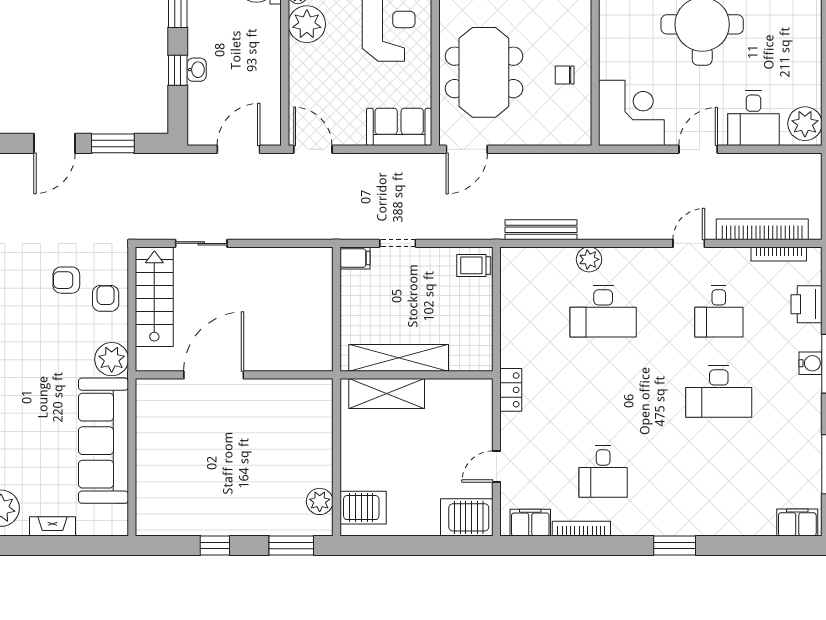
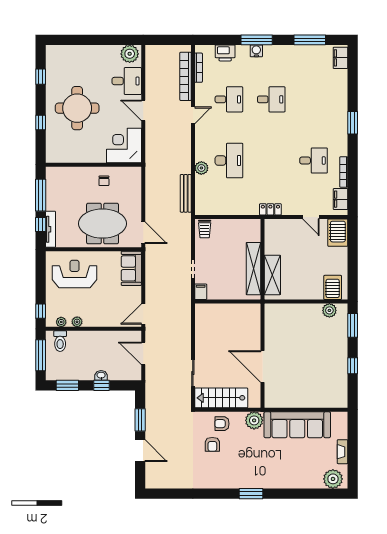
plant: (307, 24) -> (77, 322), width x0.53, depth x0.53
door: (689, 243) -> (193, 115), swing flipped
desk: (719, 391) -> (271, 99), width x0.73

